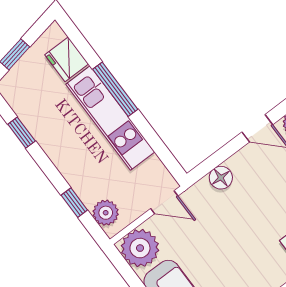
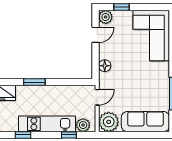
window: (115, 89) -> (34, 82), width x0.69
kitchen unit: (110, 118) -> (47, 124), moved, turned 180

